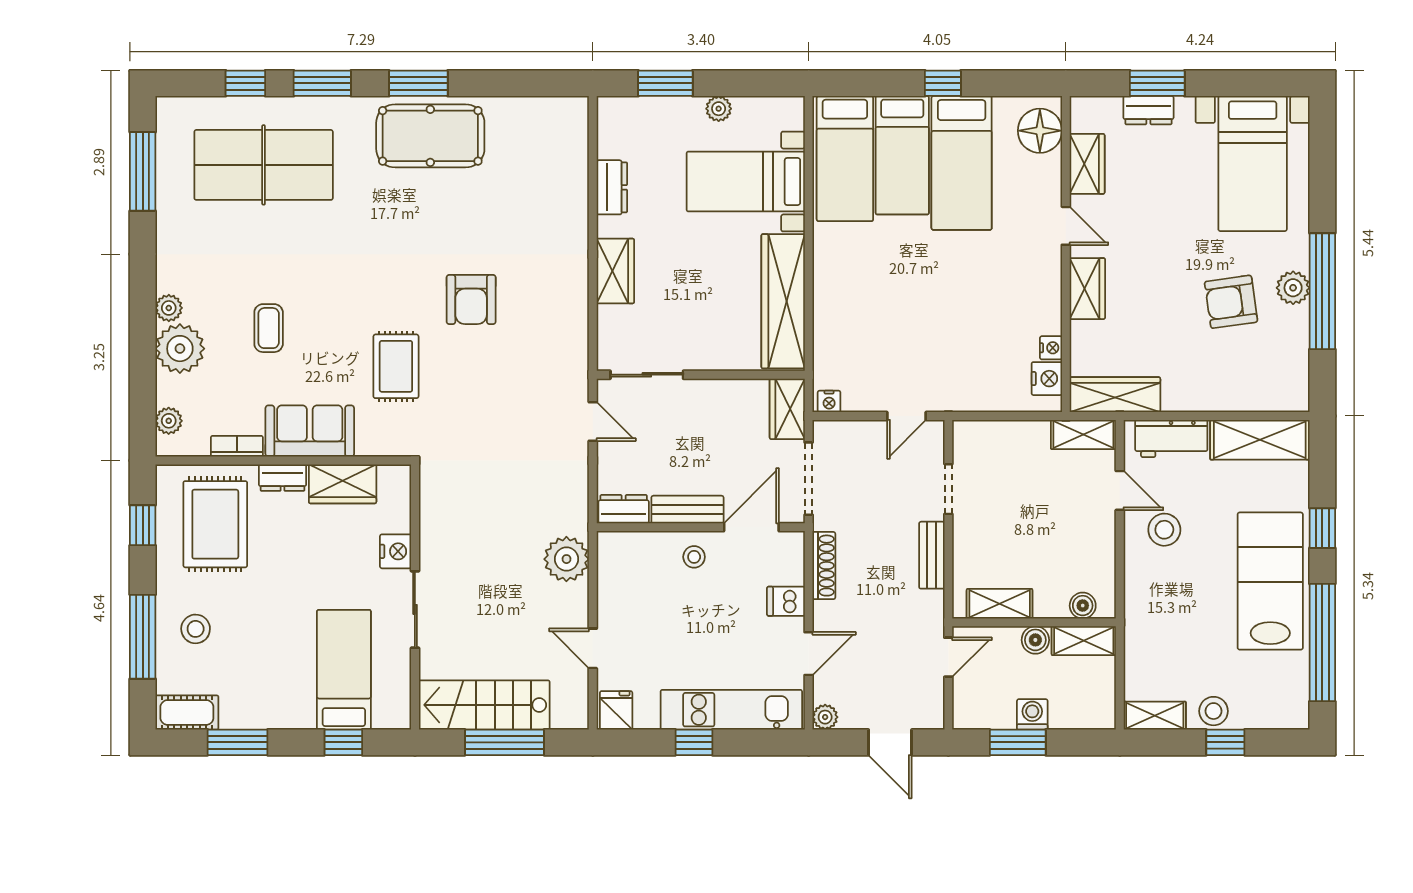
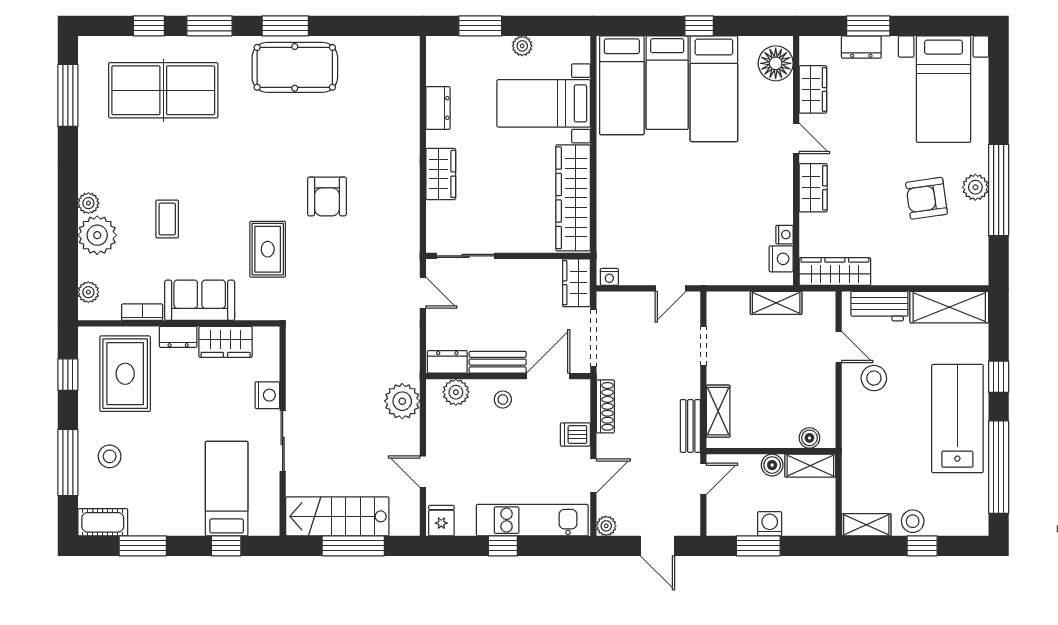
shelving: (1083, 434) -> (776, 303), moved
plant: (635, 548) -> (456, 392), added
bench: (932, 555) -> (690, 426), moved
shelving: (1000, 604) -> (718, 411), moved, turned 90

